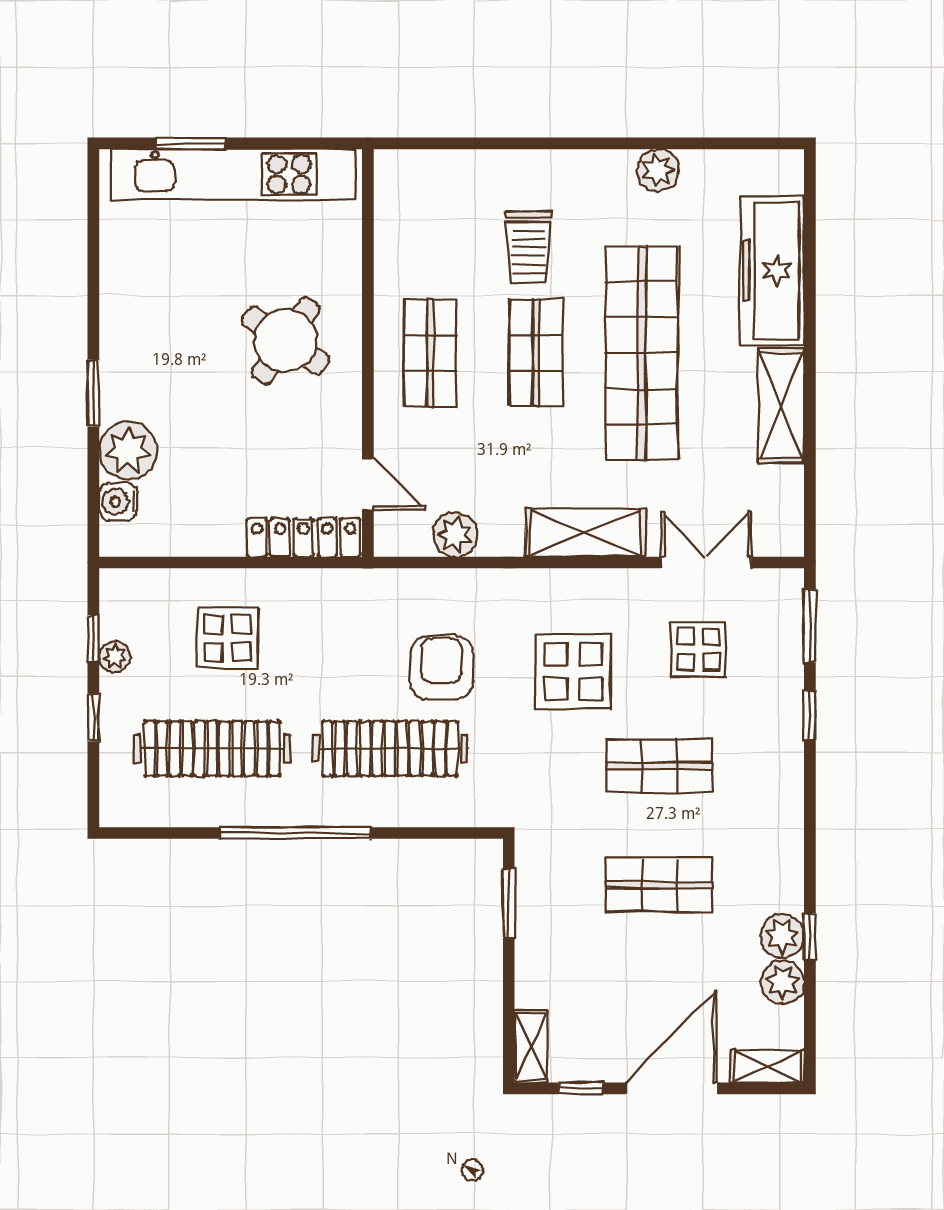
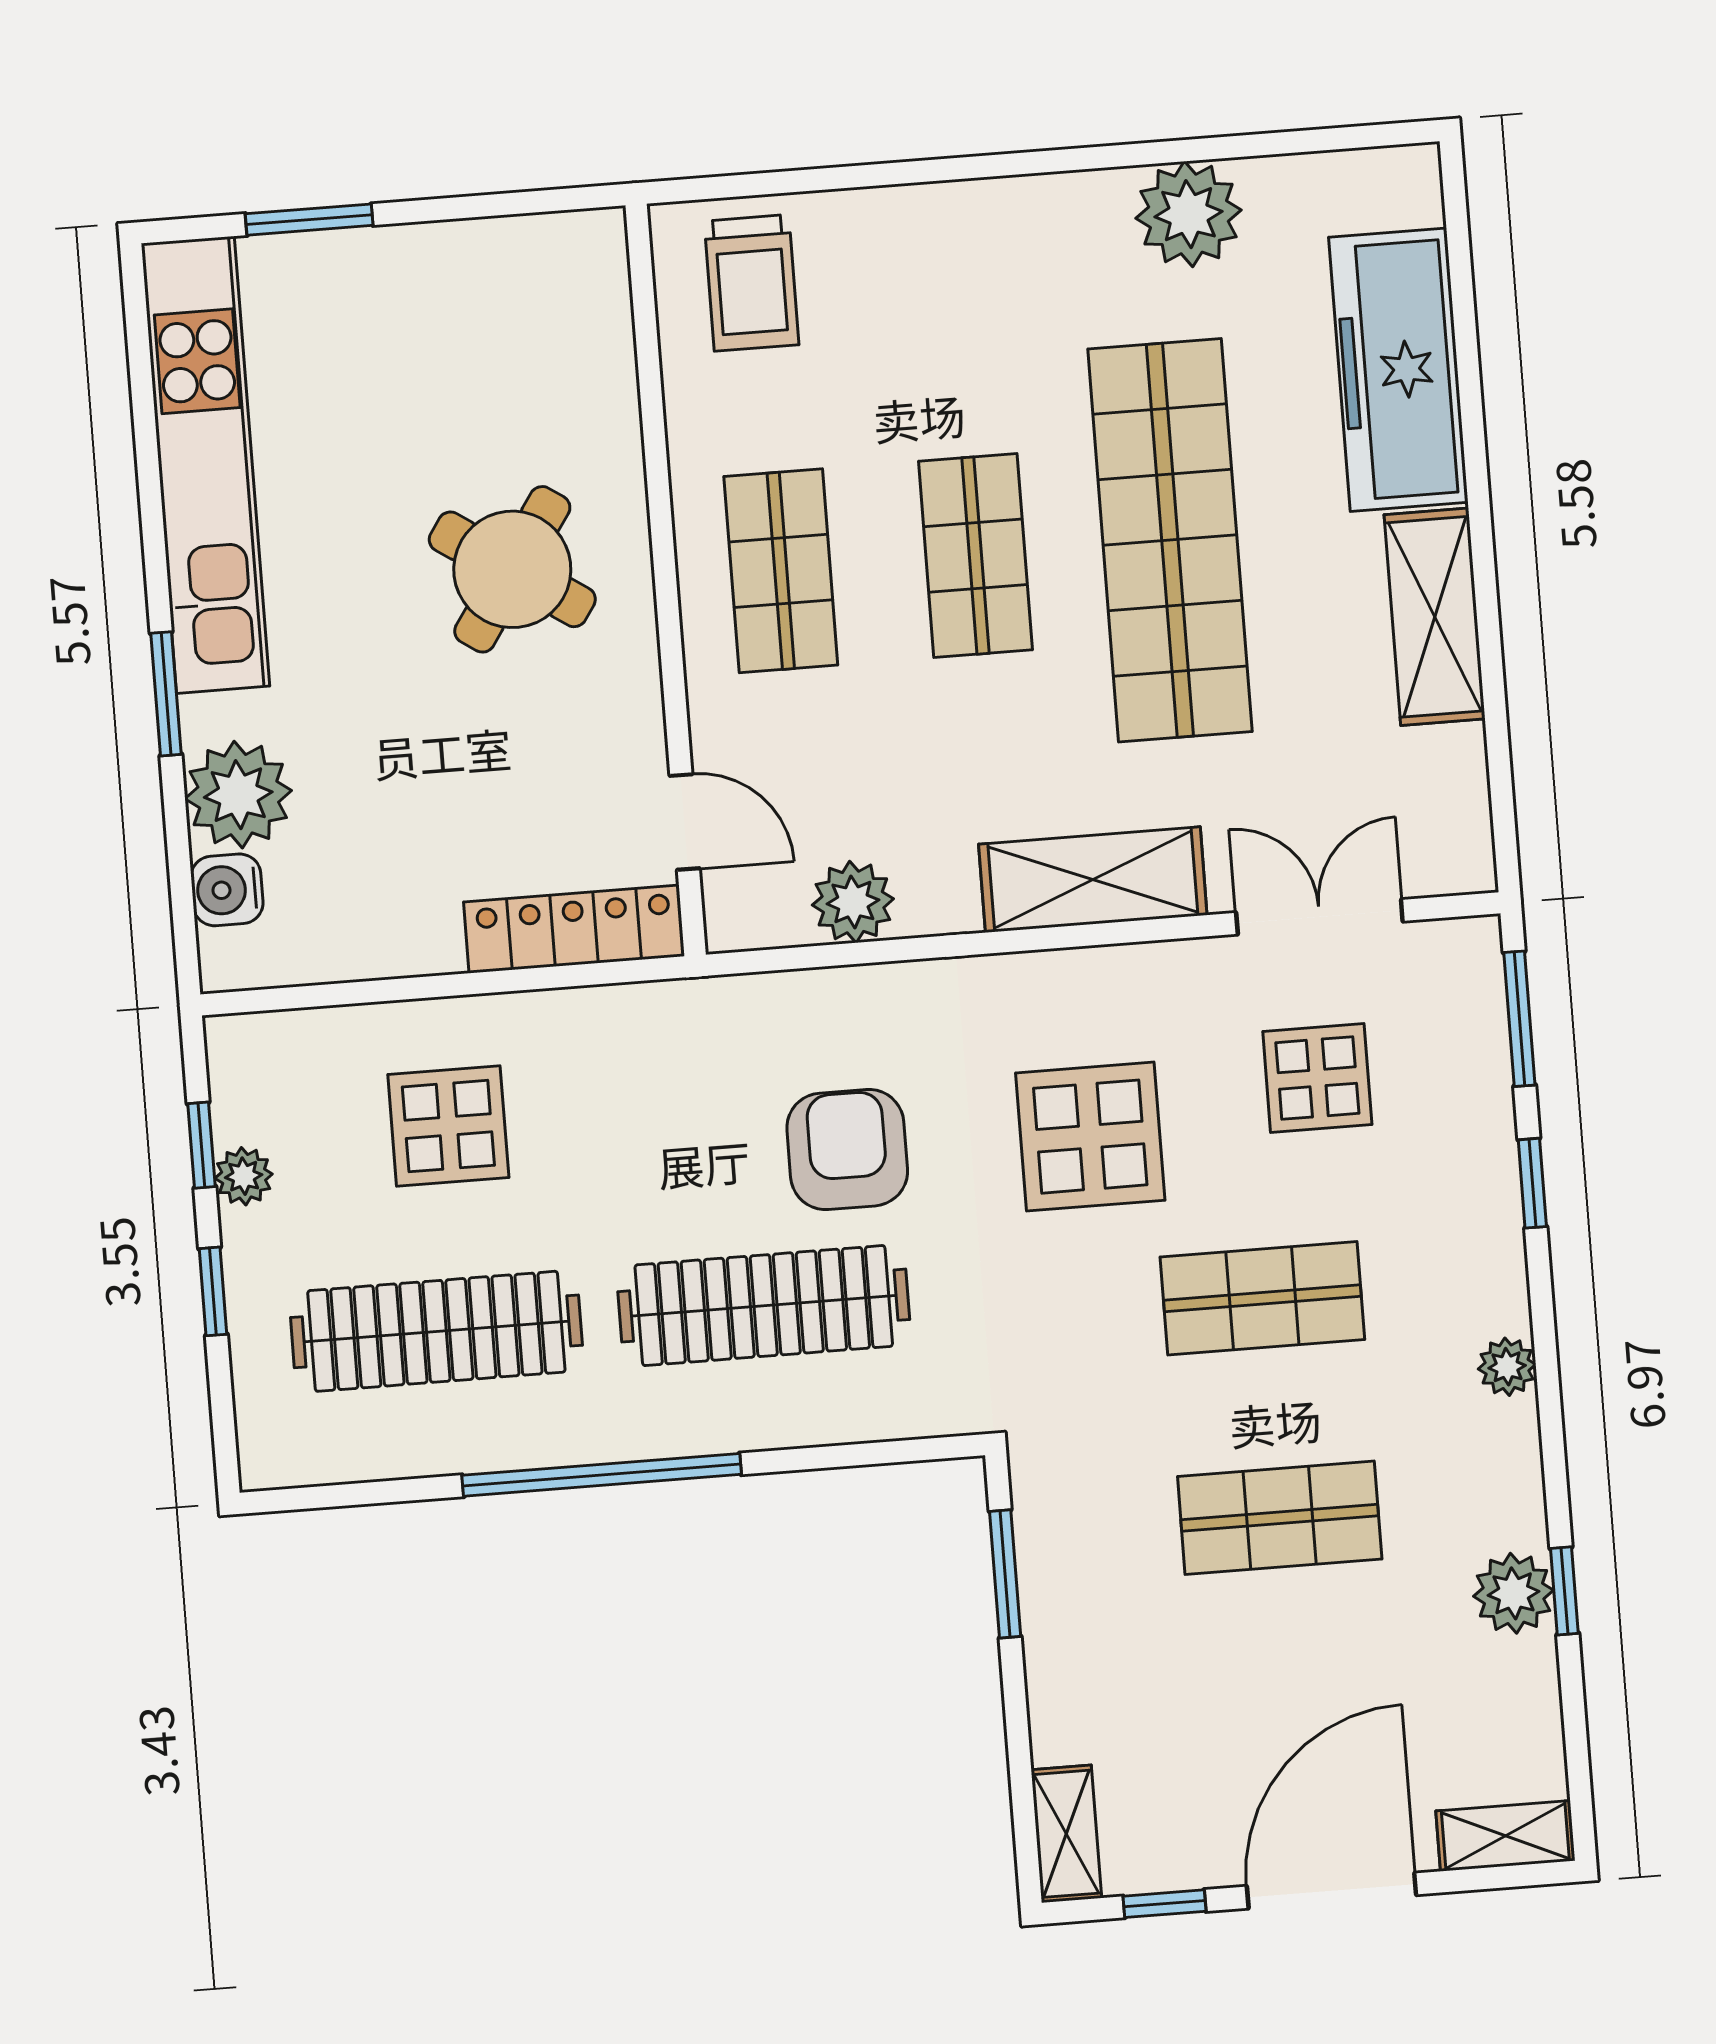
plant: (658, 170) -> (1189, 214), width x1.36, depth x1.36
kitchen unit: (233, 174) -> (205, 465), moved, turned -90
trolley: (529, 247) -> (752, 283), moved
plant: (783, 982) -> (1507, 1367), moved, width x0.73, depth x0.73

